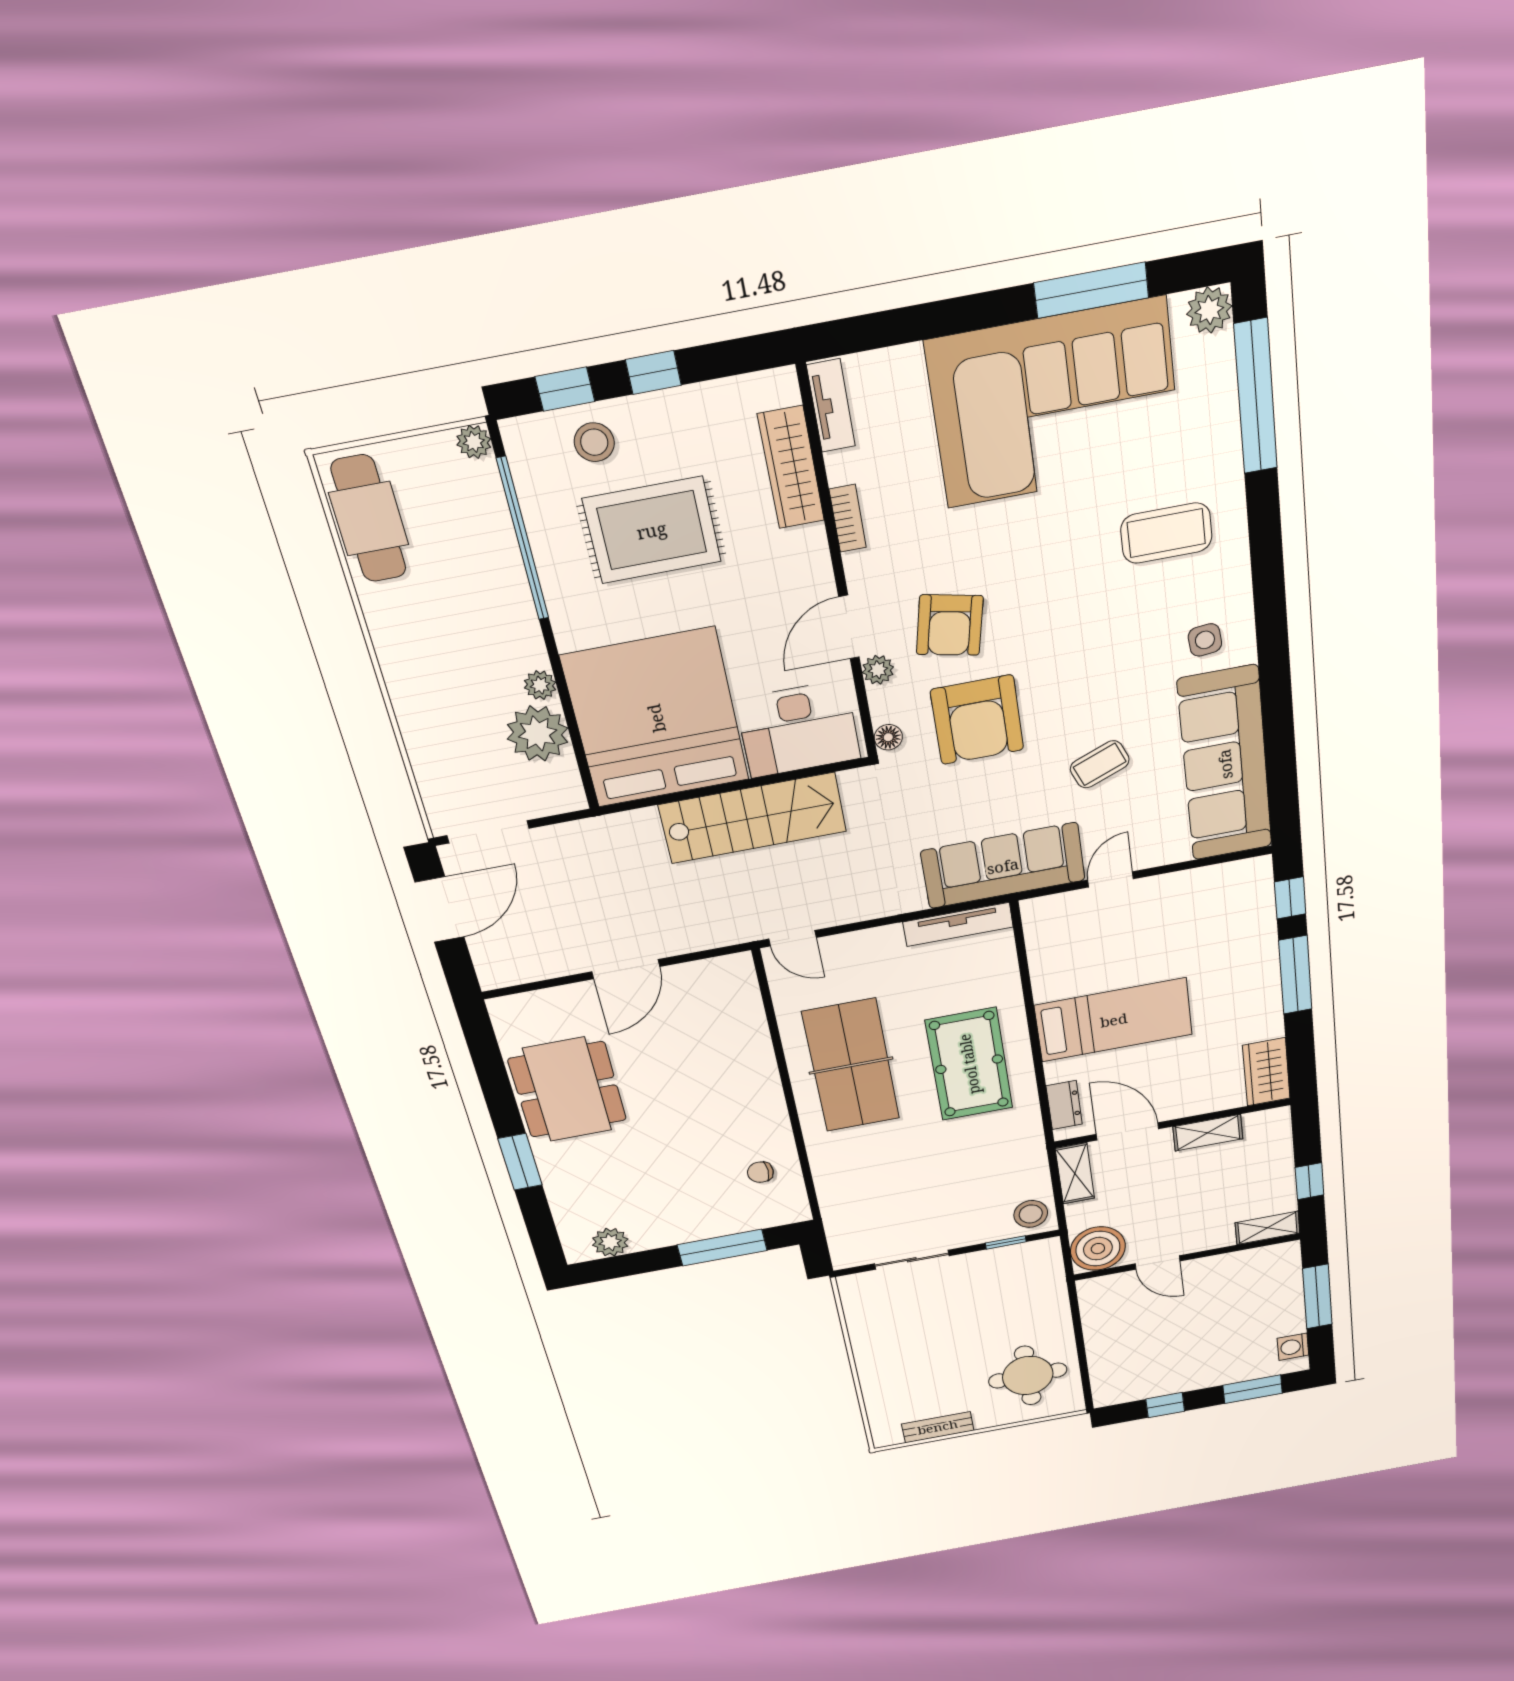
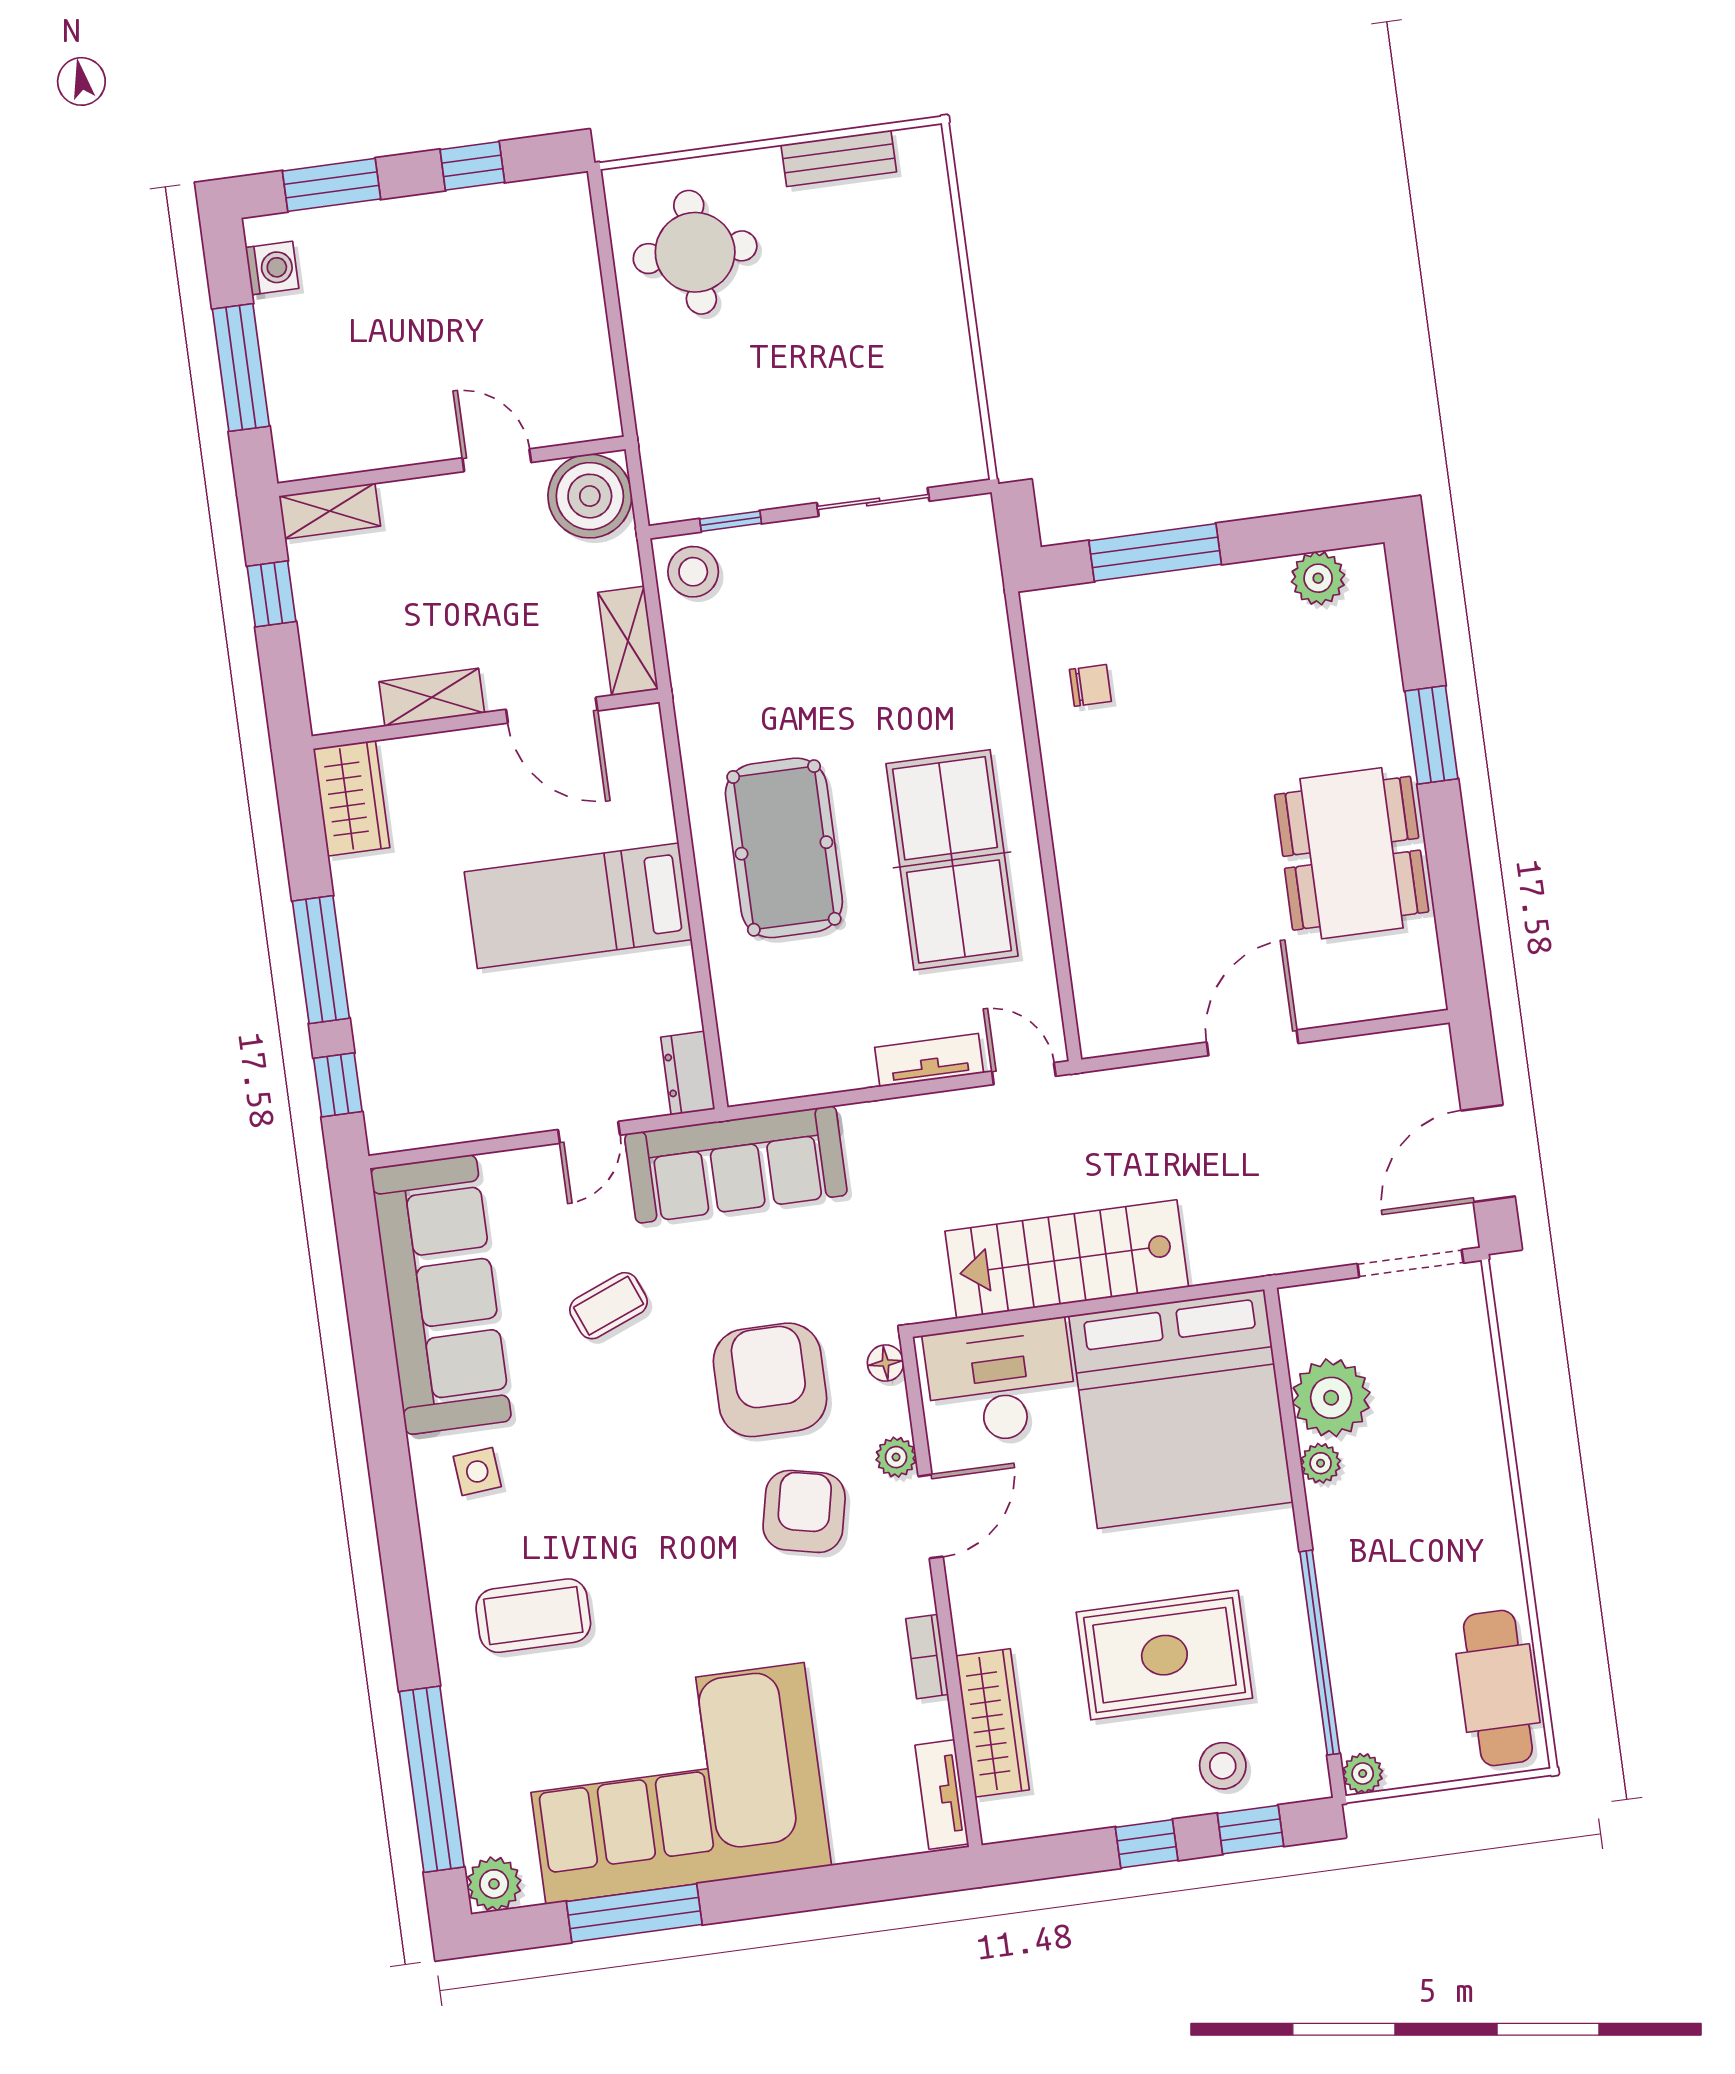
tv unit: (958, 924) -> (929, 1060), moved, width x0.71
dresser: (1064, 1105) -> (688, 1073), moved

